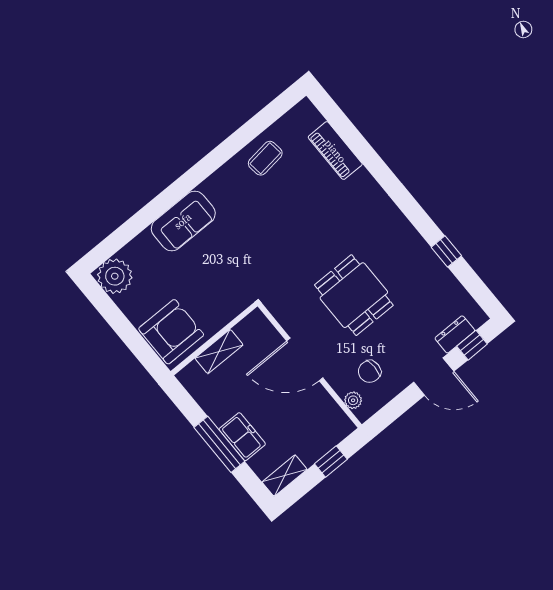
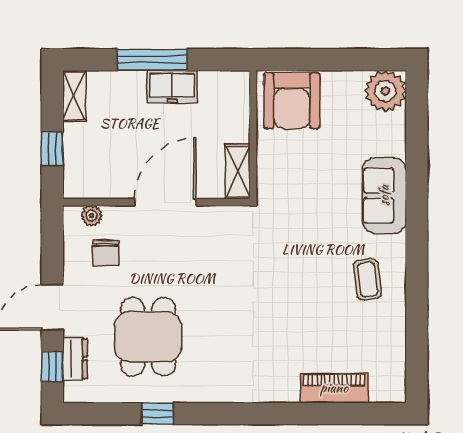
coffee table: (265, 158) -> (367, 279), moved
dining table: (354, 295) -> (148, 337), moved, turned 90
shelving: (219, 352) -> (238, 172), moved
chair: (370, 371) -> (106, 253), turned 180
freezer: (242, 437) -> (172, 87), moved

